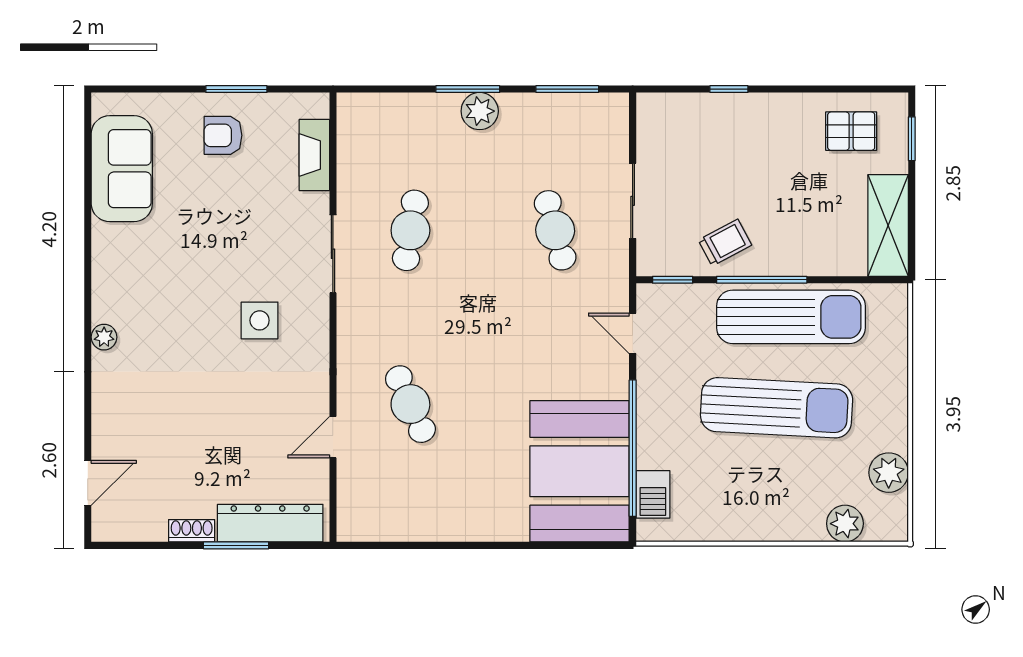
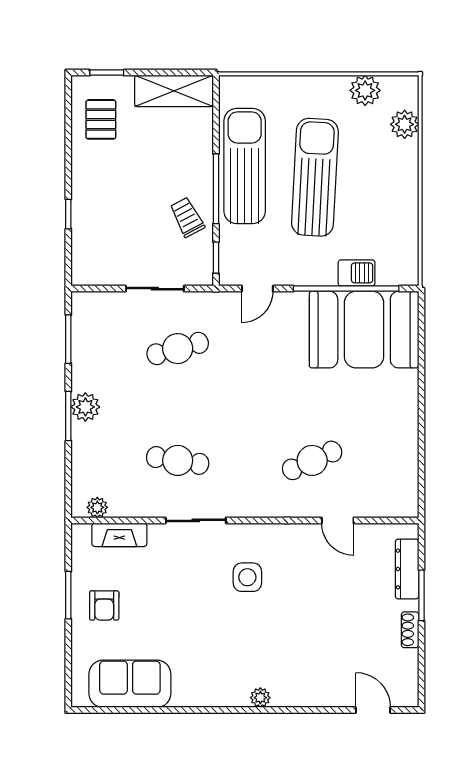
plant: (350, 126) -> (97, 507), added
barbecue: (653, 494) -> (357, 273), moved
dresser: (270, 523) -> (407, 569), width x0.73, depth x0.80

